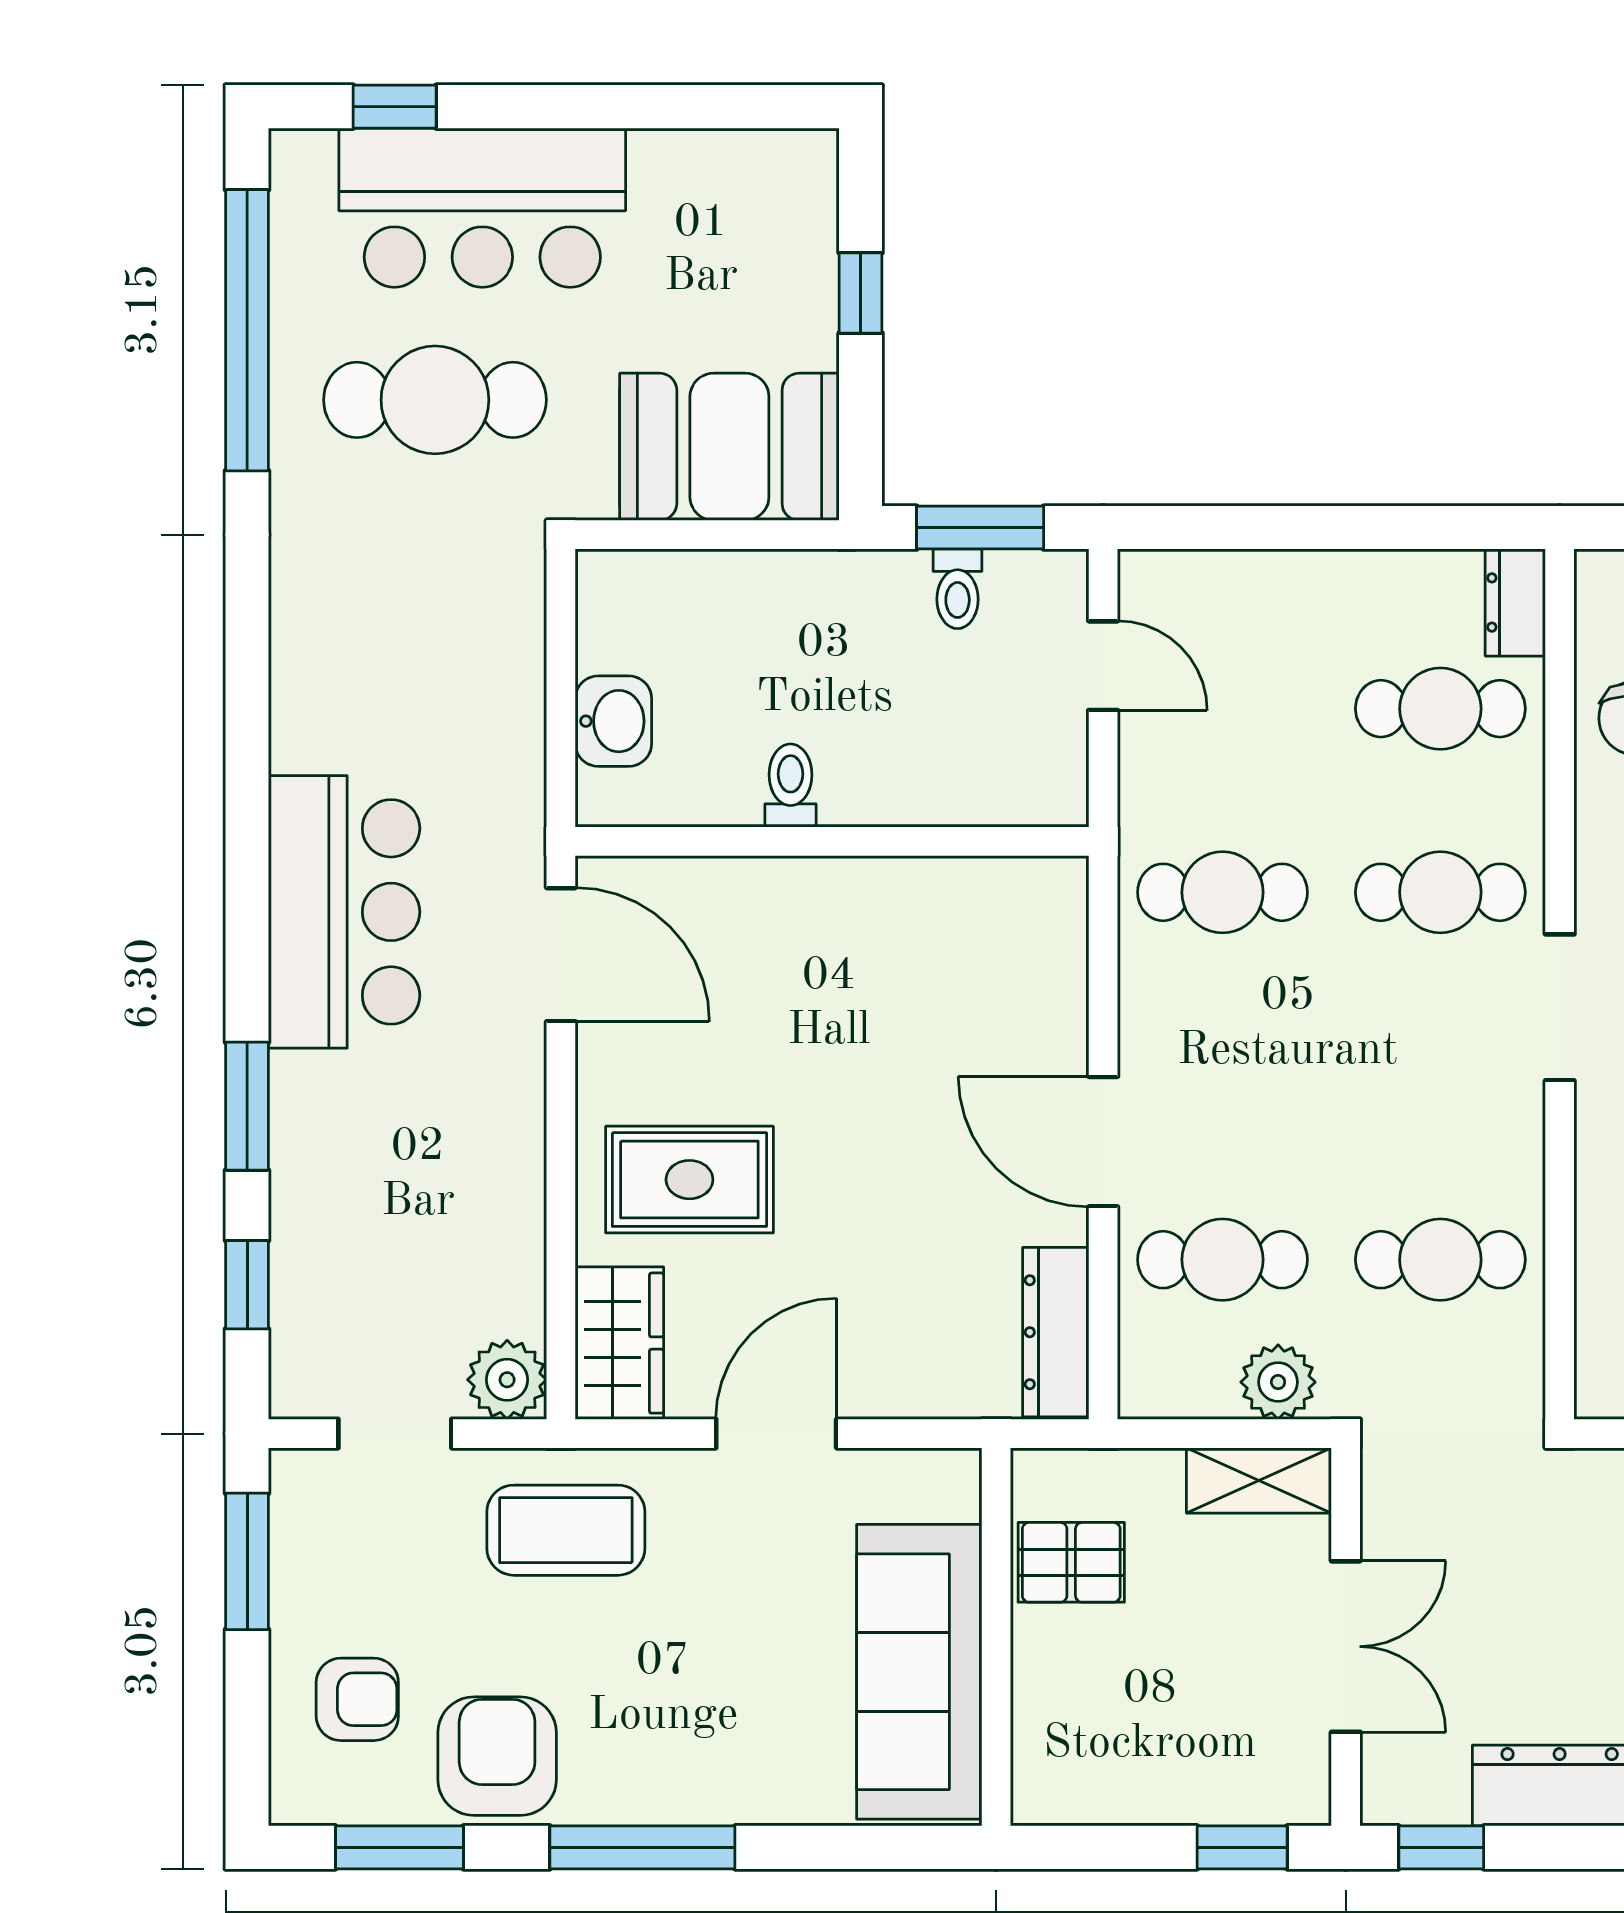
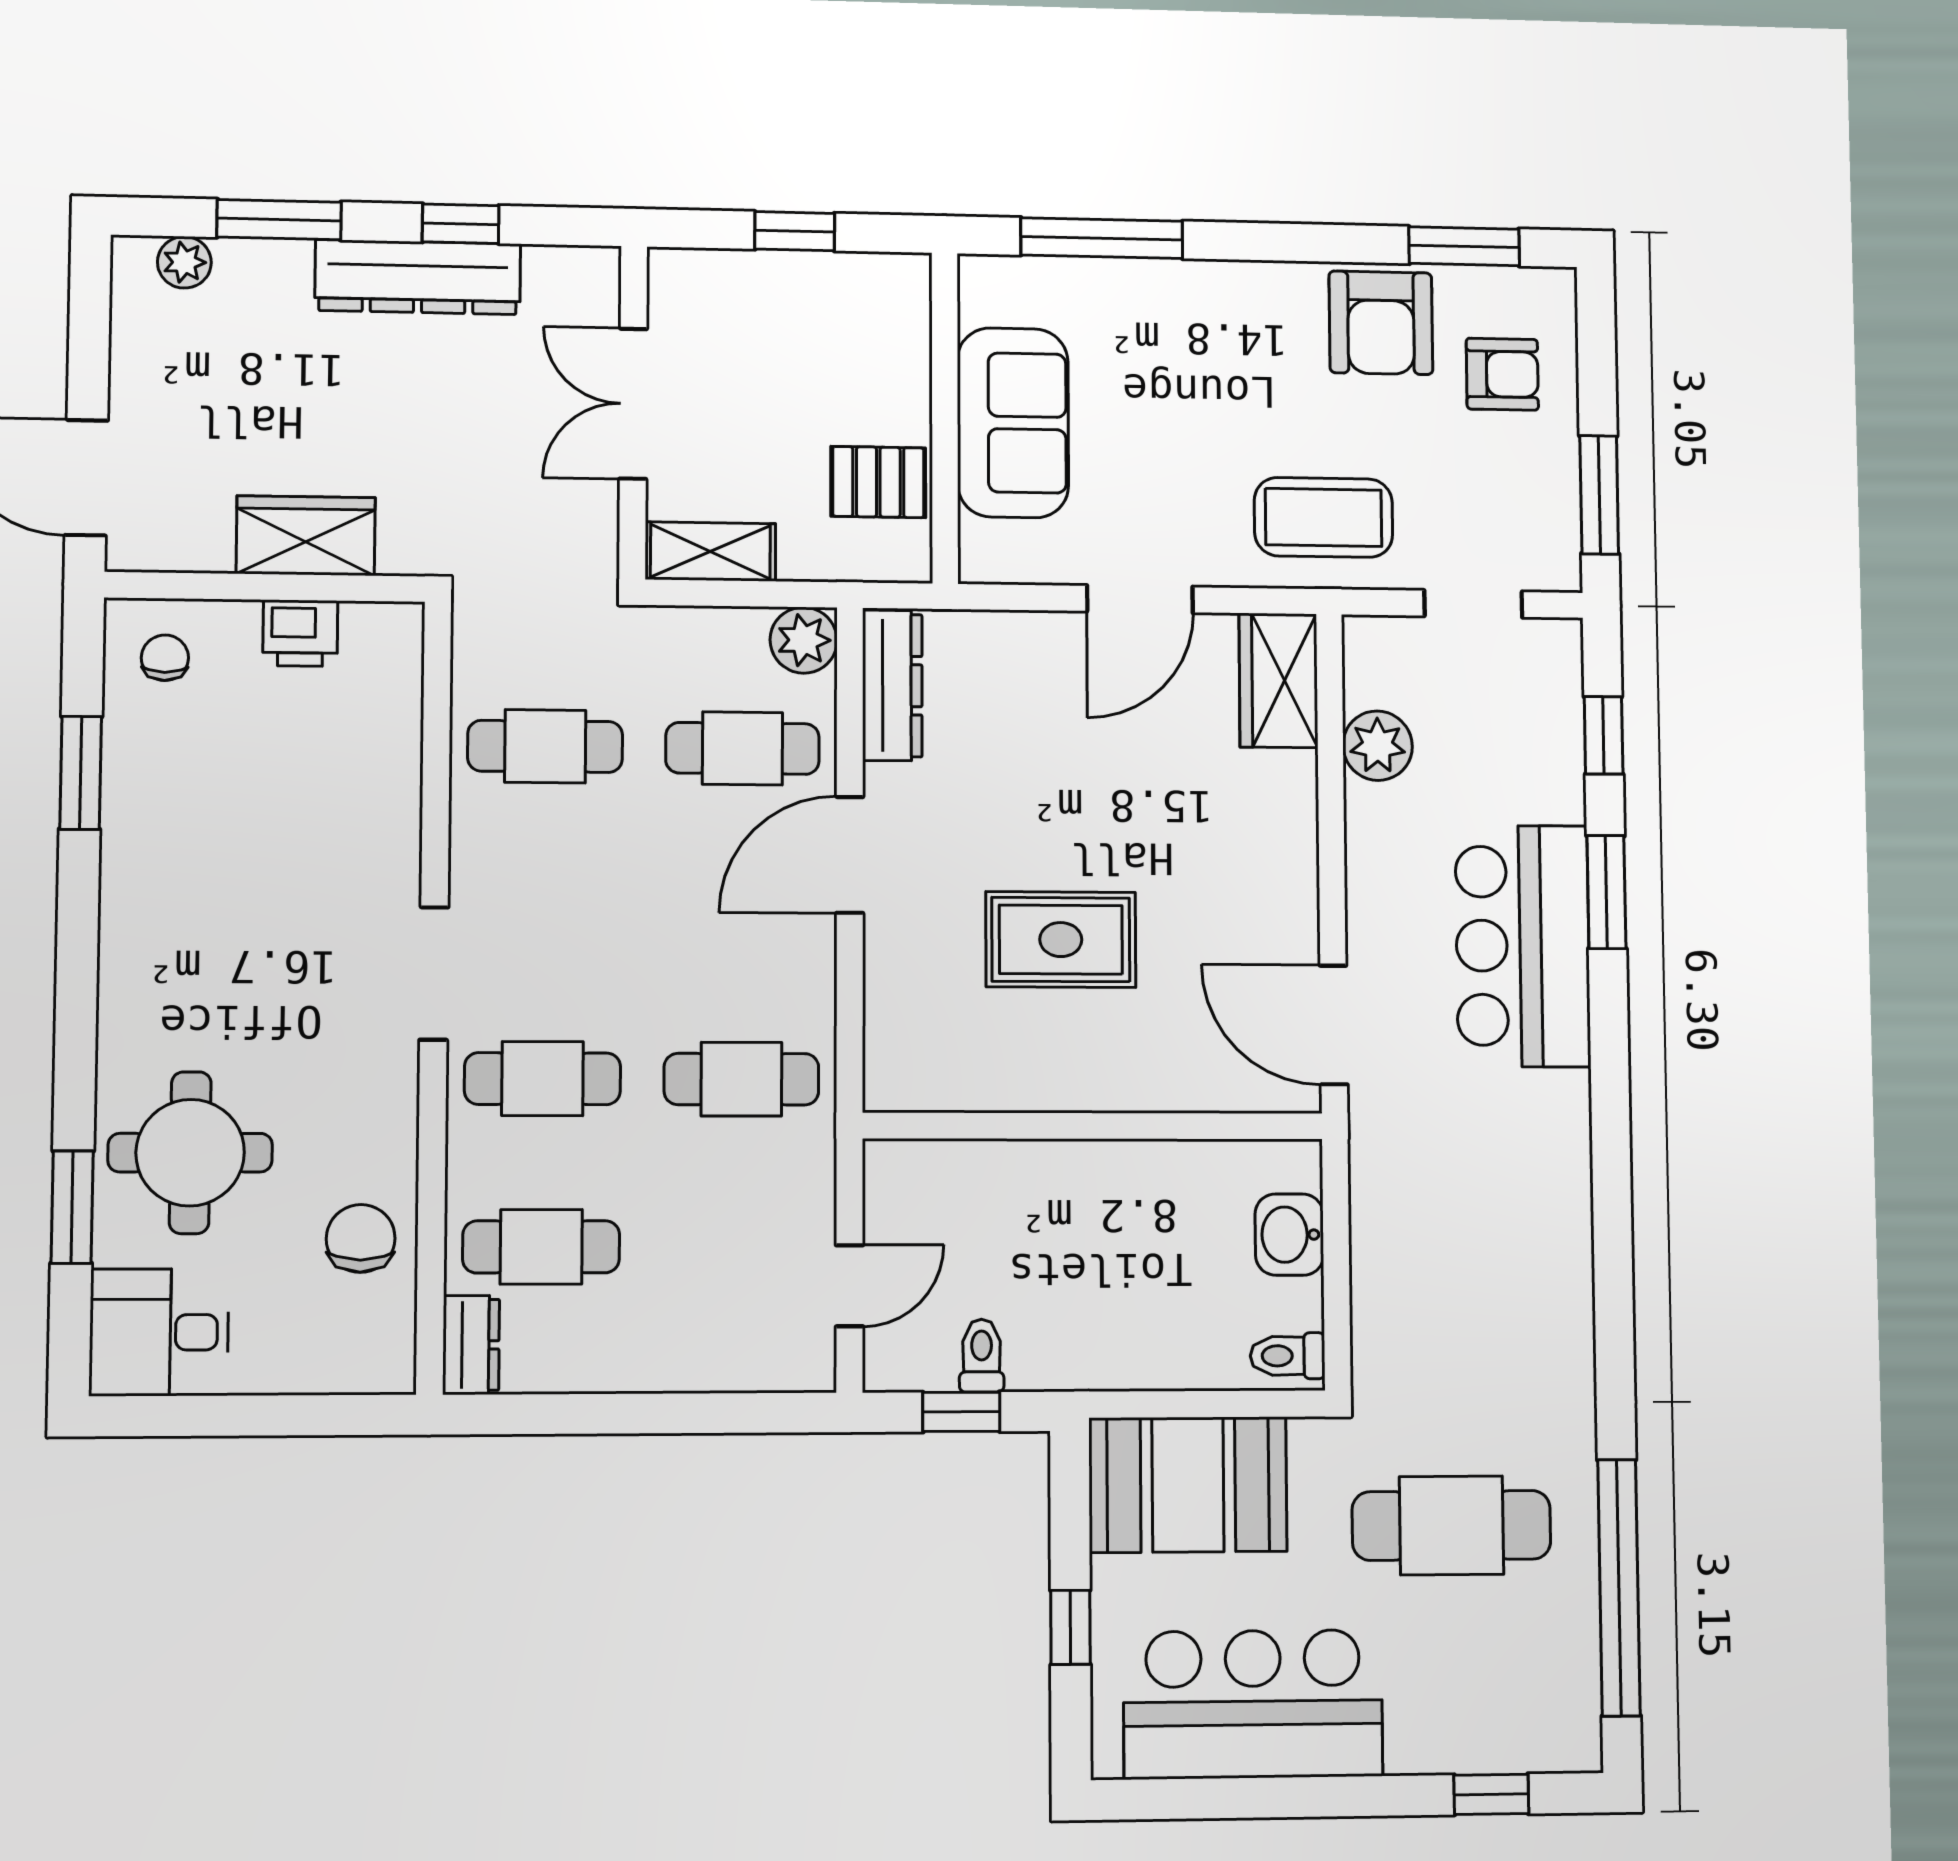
bar counter: (482, 208) -> (1253, 1704), moved
window: (980, 528) -> (961, 1412), width x0.67
door: (1103, 666) -> (850, 1286), swing flipped
toilet: (790, 786) -> (1288, 1356), moved, turned 90
bar counter: (344, 912) -> (1523, 946), moved
door: (1103, 1142) -> (850, 855), swing flipped
rug: (689, 1180) -> (1061, 940), moved
plant: (507, 1380) -> (1378, 746), moved
plant: (1278, 1382) -> (804, 640), moved
sofa: (919, 1672) -> (1013, 423), width x0.73
armchair: (357, 1699) -> (1502, 374), turned 180
window: (642, 1847) -> (1102, 238), moved
window: (1242, 1847) -> (795, 231), moved
window: (1441, 1847) -> (461, 224), moved

